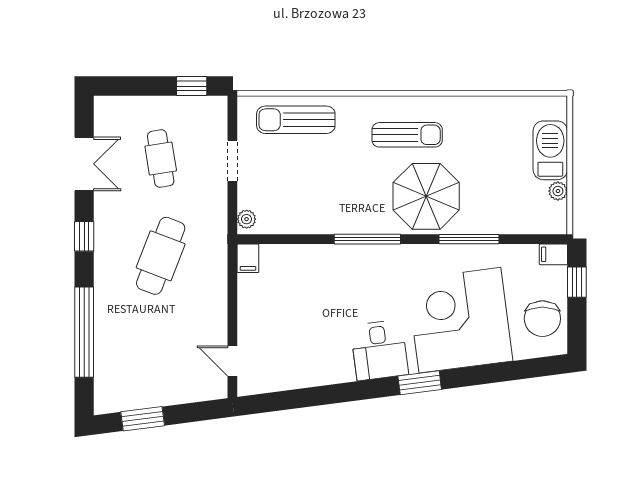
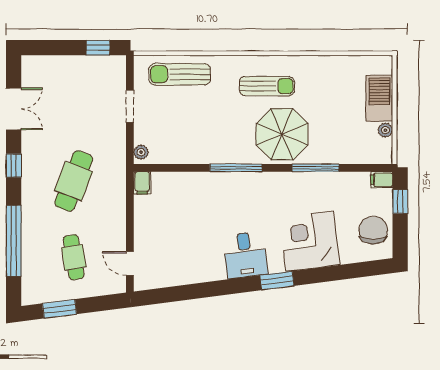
cafe table: (161, 159) -> (74, 257), moved
chair: (542, 319) -> (373, 230), turned 180
corner desk: (460, 320) -> (310, 241), width x0.74, depth x0.74

